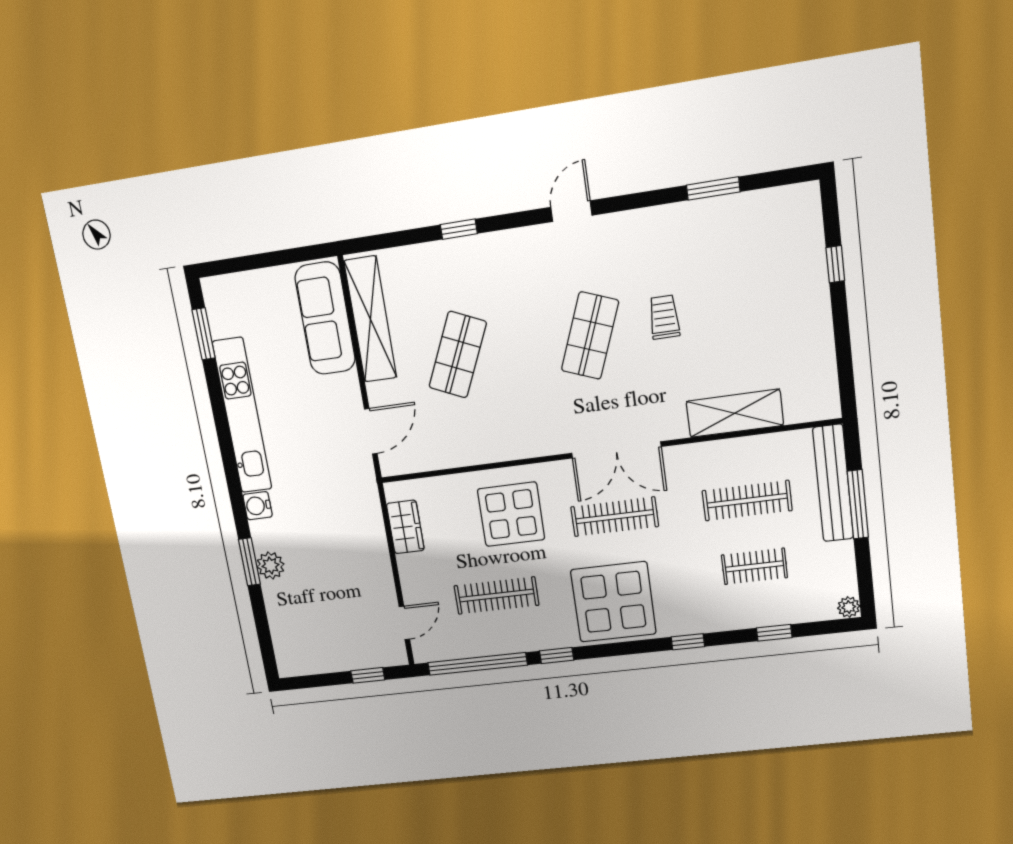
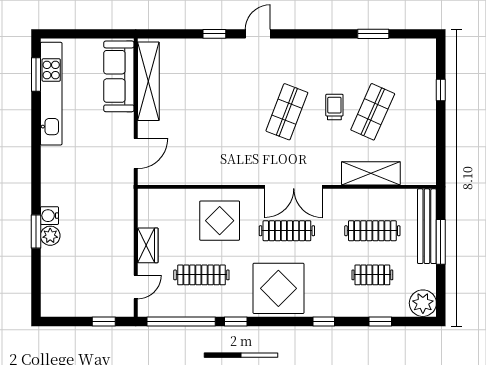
door: (571, 211) -> (258, 34), moved
shop shelf: (458, 355) -> (373, 112), moved
kitchen unit: (242, 416) -> (51, 94), moved
water cooler: (258, 506) -> (49, 216), moved
wardrobe: (405, 527) -> (148, 245), moved
plant: (849, 607) -> (423, 303), width x1.87, depth x1.87

